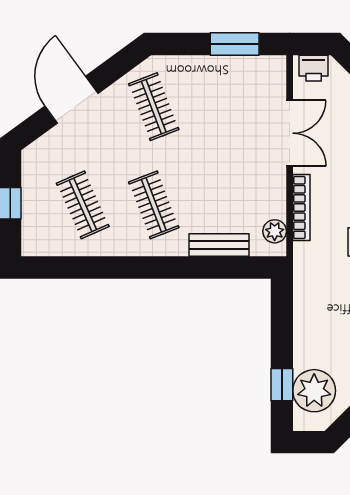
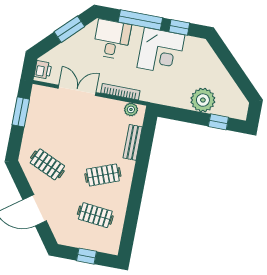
clothes rail: (154, 107) -> (47, 164), turned 45
clothes rail: (83, 205) -> (95, 215), turned 30
plant: (314, 391) -> (203, 100), moved

